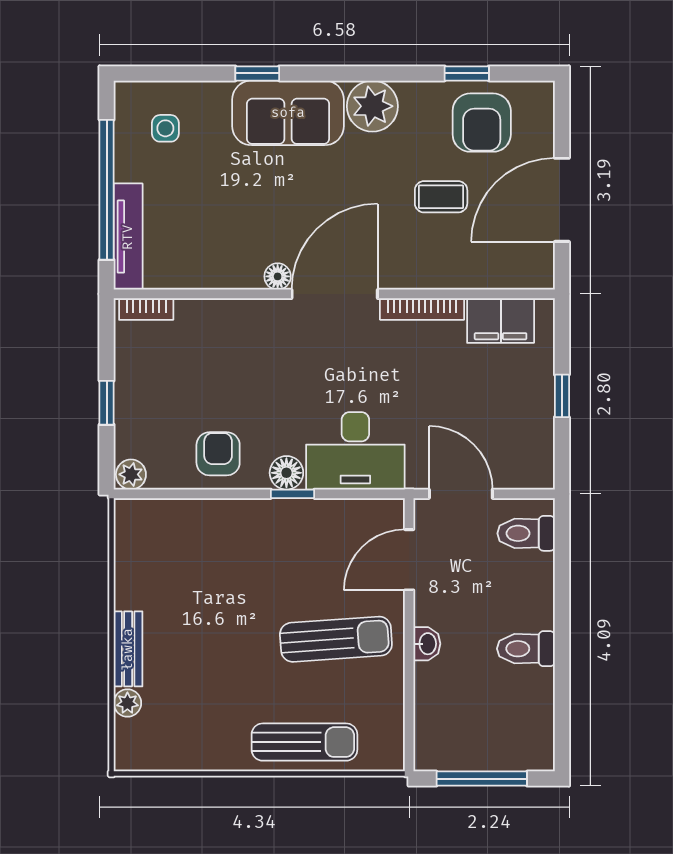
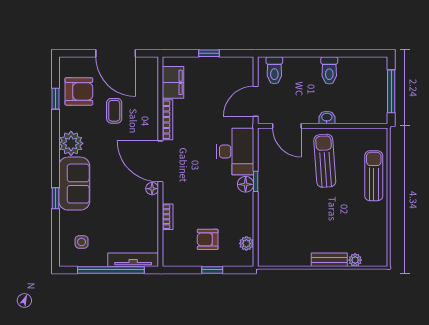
bookcase: (146, 309) -> (168, 217), moved
armchair: (218, 454) -> (208, 239), moved
plant: (131, 474) -> (246, 243), moved

